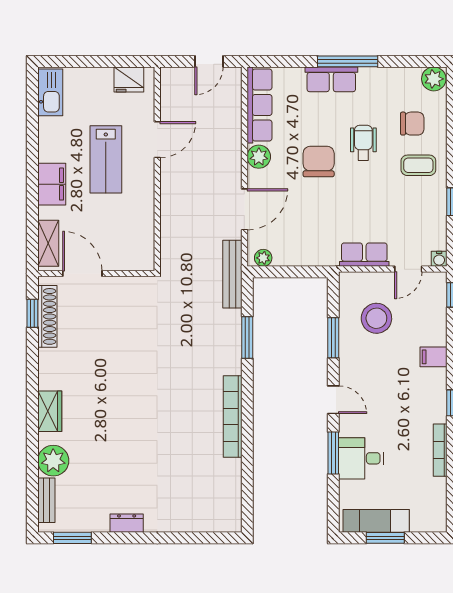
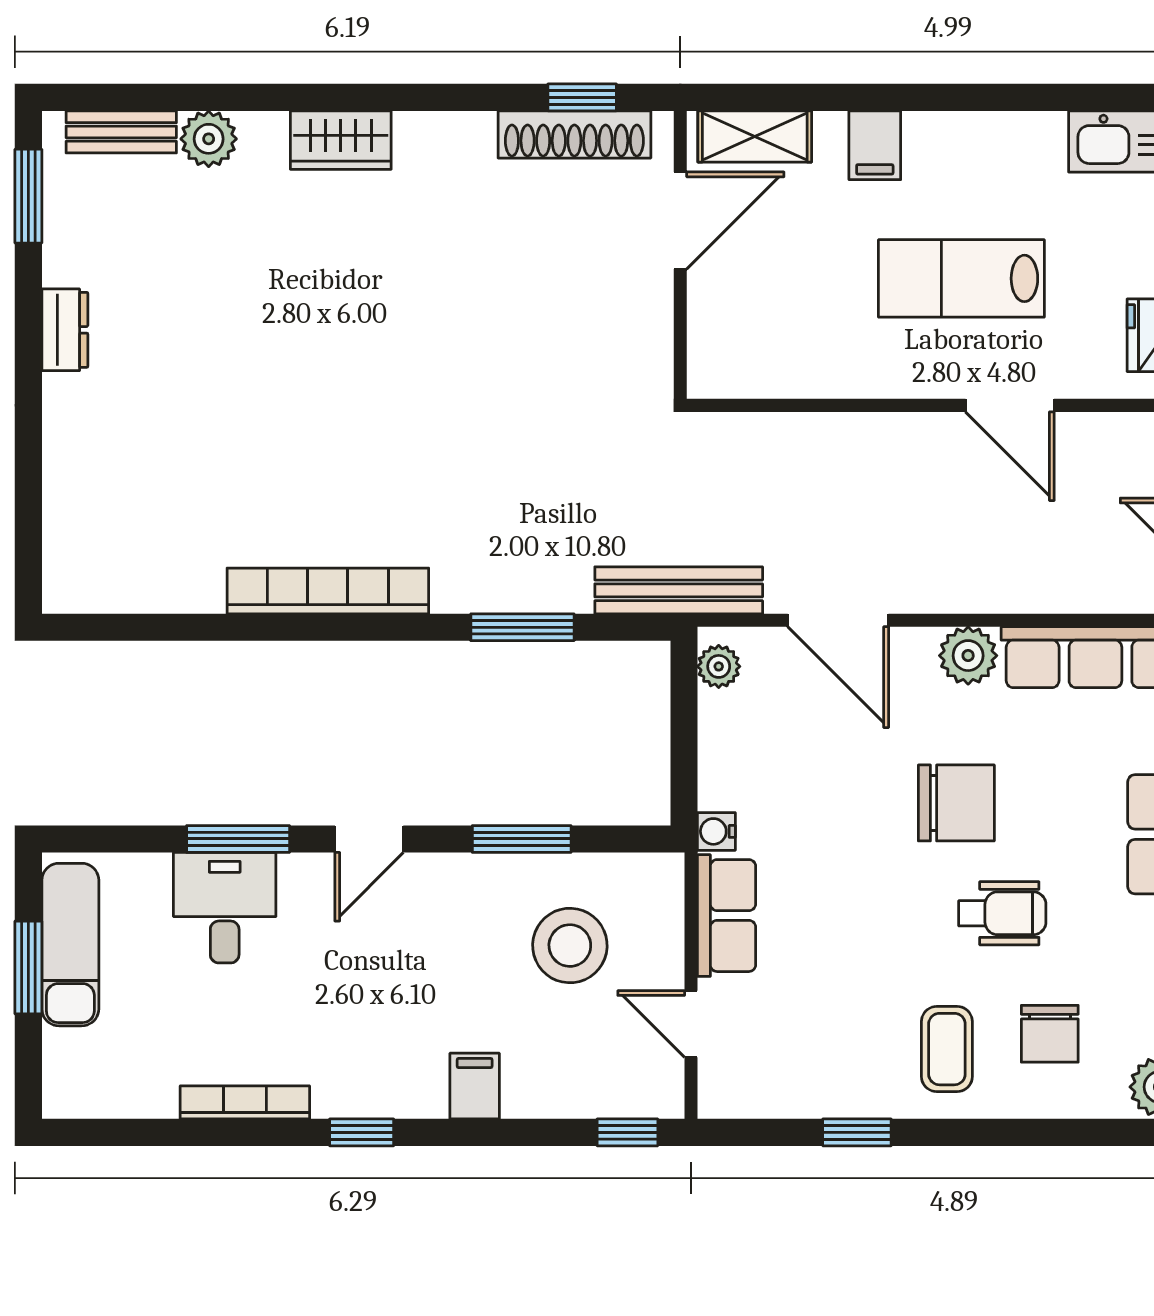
filing cabinet: (52, 184) -> (875, 145), width x0.50
water cooler: (439, 259) -> (716, 831), moved
plant: (53, 461) -> (209, 139), width x0.73, depth x0.73

